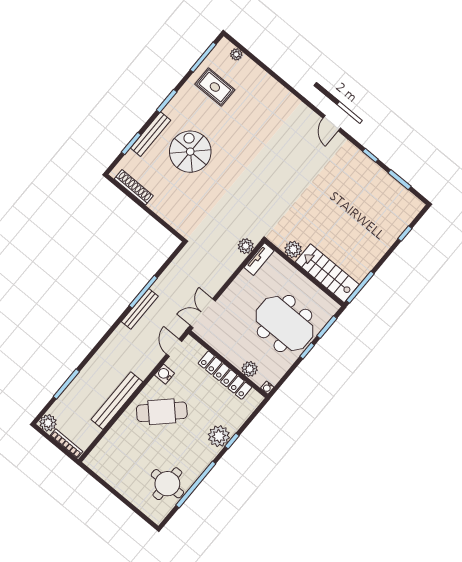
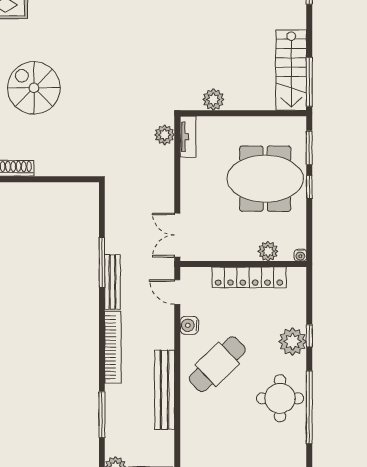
stairs: (327, 273) -> (291, 70), moved, turned -90
bookcase: (107, 349) -> (113, 347), added
round table: (167, 484) -> (280, 398), moved

